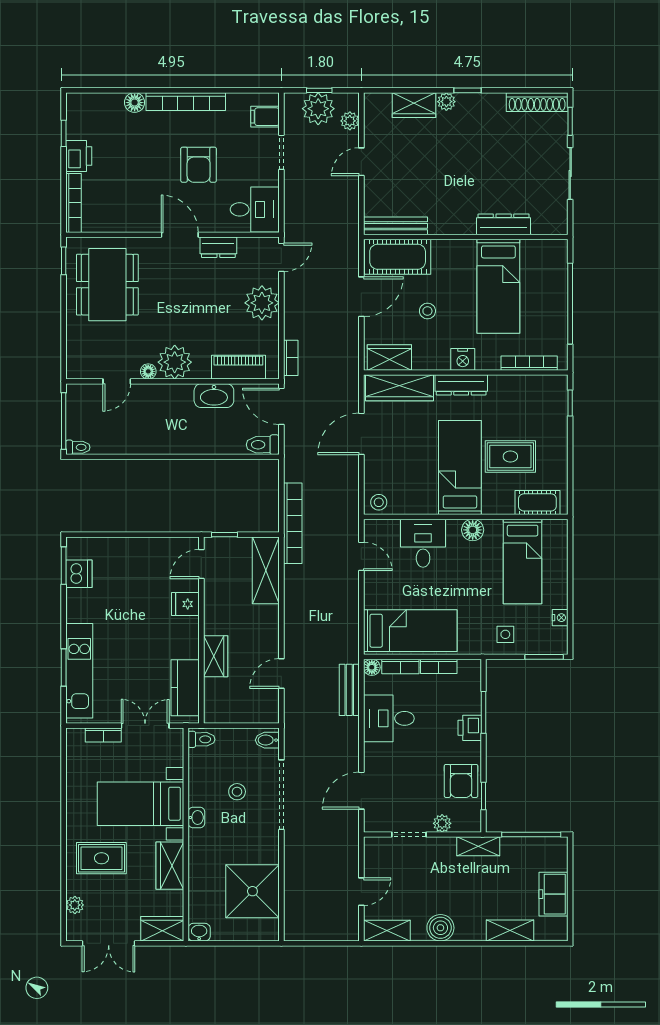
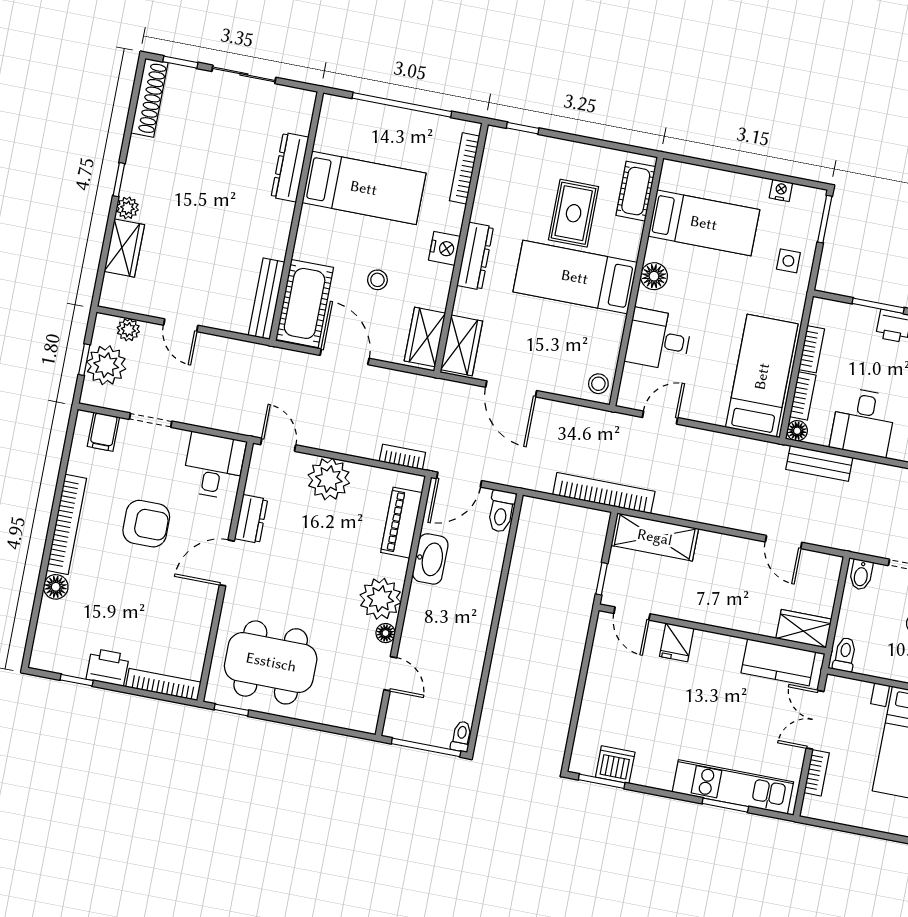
wardrobe: (400, 388) -> (462, 345), width x0.67
wardrobe: (216, 656) -> (804, 629), moved

